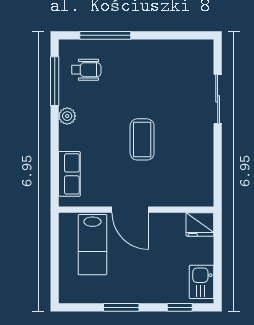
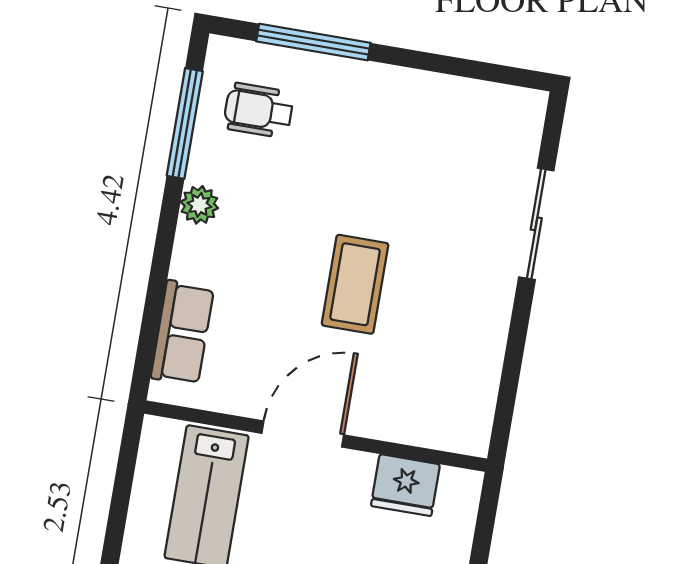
wheelchair: (86, 70) -> (258, 110), turned 180
door: (130, 210) -> (303, 434), swing flipped
fridge: (200, 224) -> (405, 485), moved

